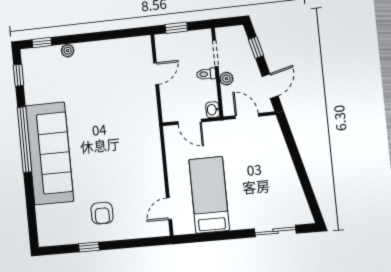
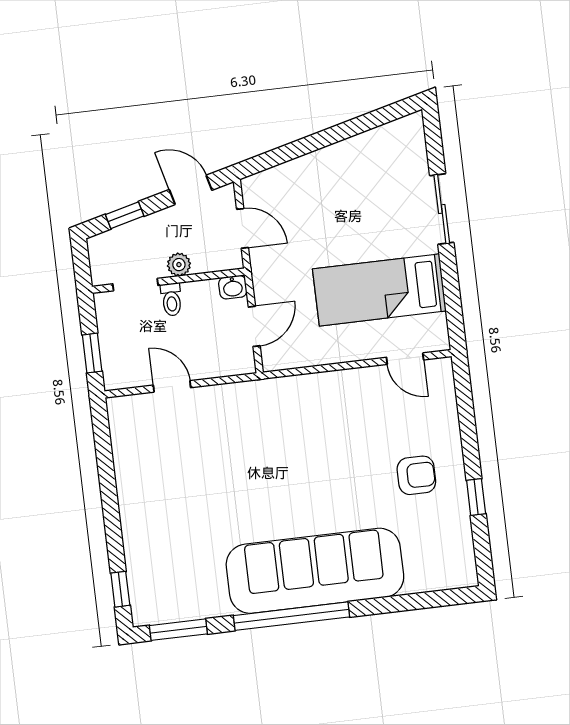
plant: (68, 51) -> (134, 543), removed
window: (19, 75) -> (178, 630), width x1.50
door: (247, 116) -> (242, 228), swing flipped
sliding door: (275, 231) -> (442, 209), moved

